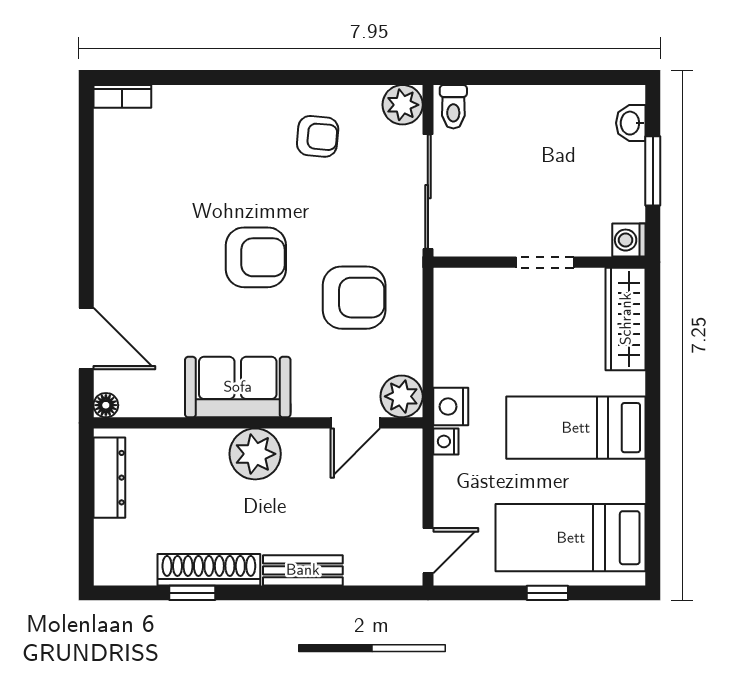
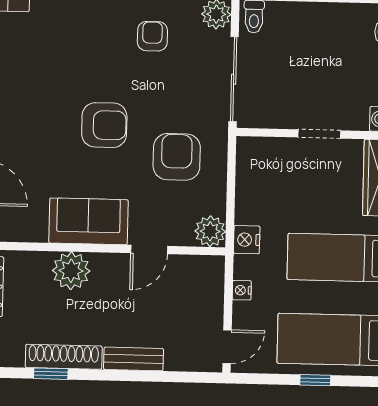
armchair: (318, 136) -> (152, 36), turned -95
armchair: (354, 298) -> (177, 157), turned -90
door: (355, 423) -> (149, 250), moved
nightstand: (446, 441) -> (242, 290), moved
plant: (255, 454) -> (71, 271), moved

